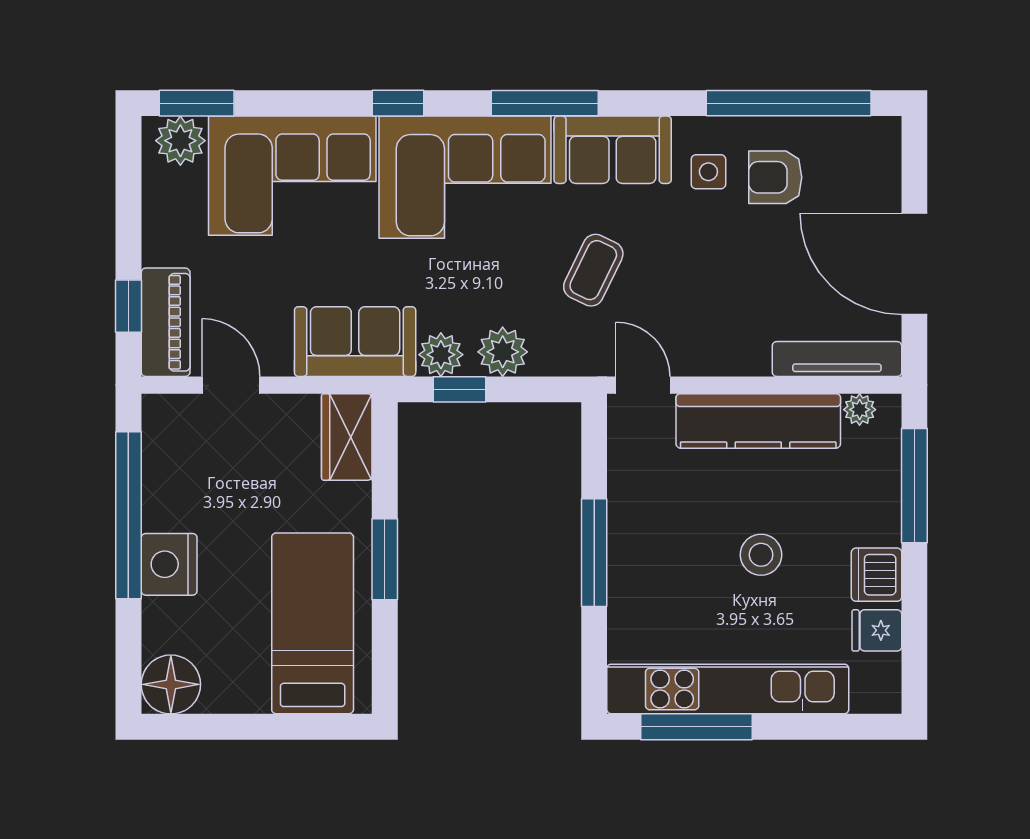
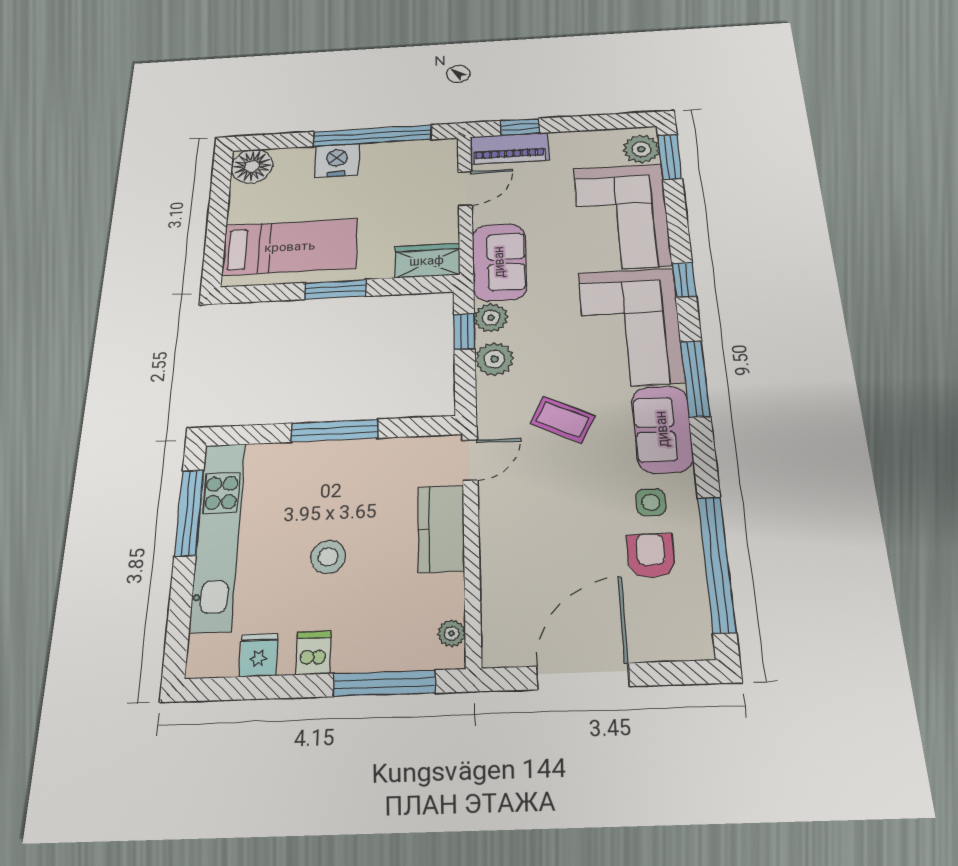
tv unit: (837, 359) -> (495, 613), removed
kitchen counter: (758, 421) -> (441, 529), width x0.67
dishwasher: (877, 575) -> (313, 653), width x0.73

